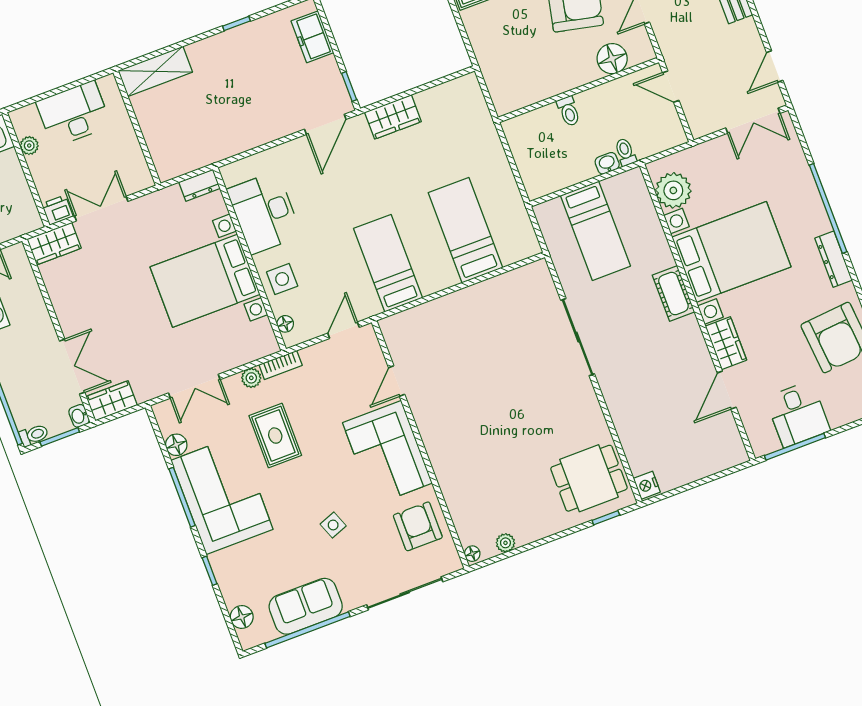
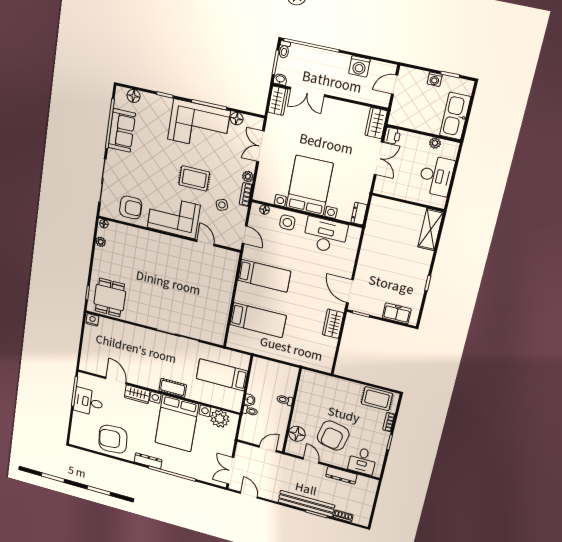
rug: (275, 436) -> (194, 178), moved
side table: (333, 525) -> (222, 205), moved

